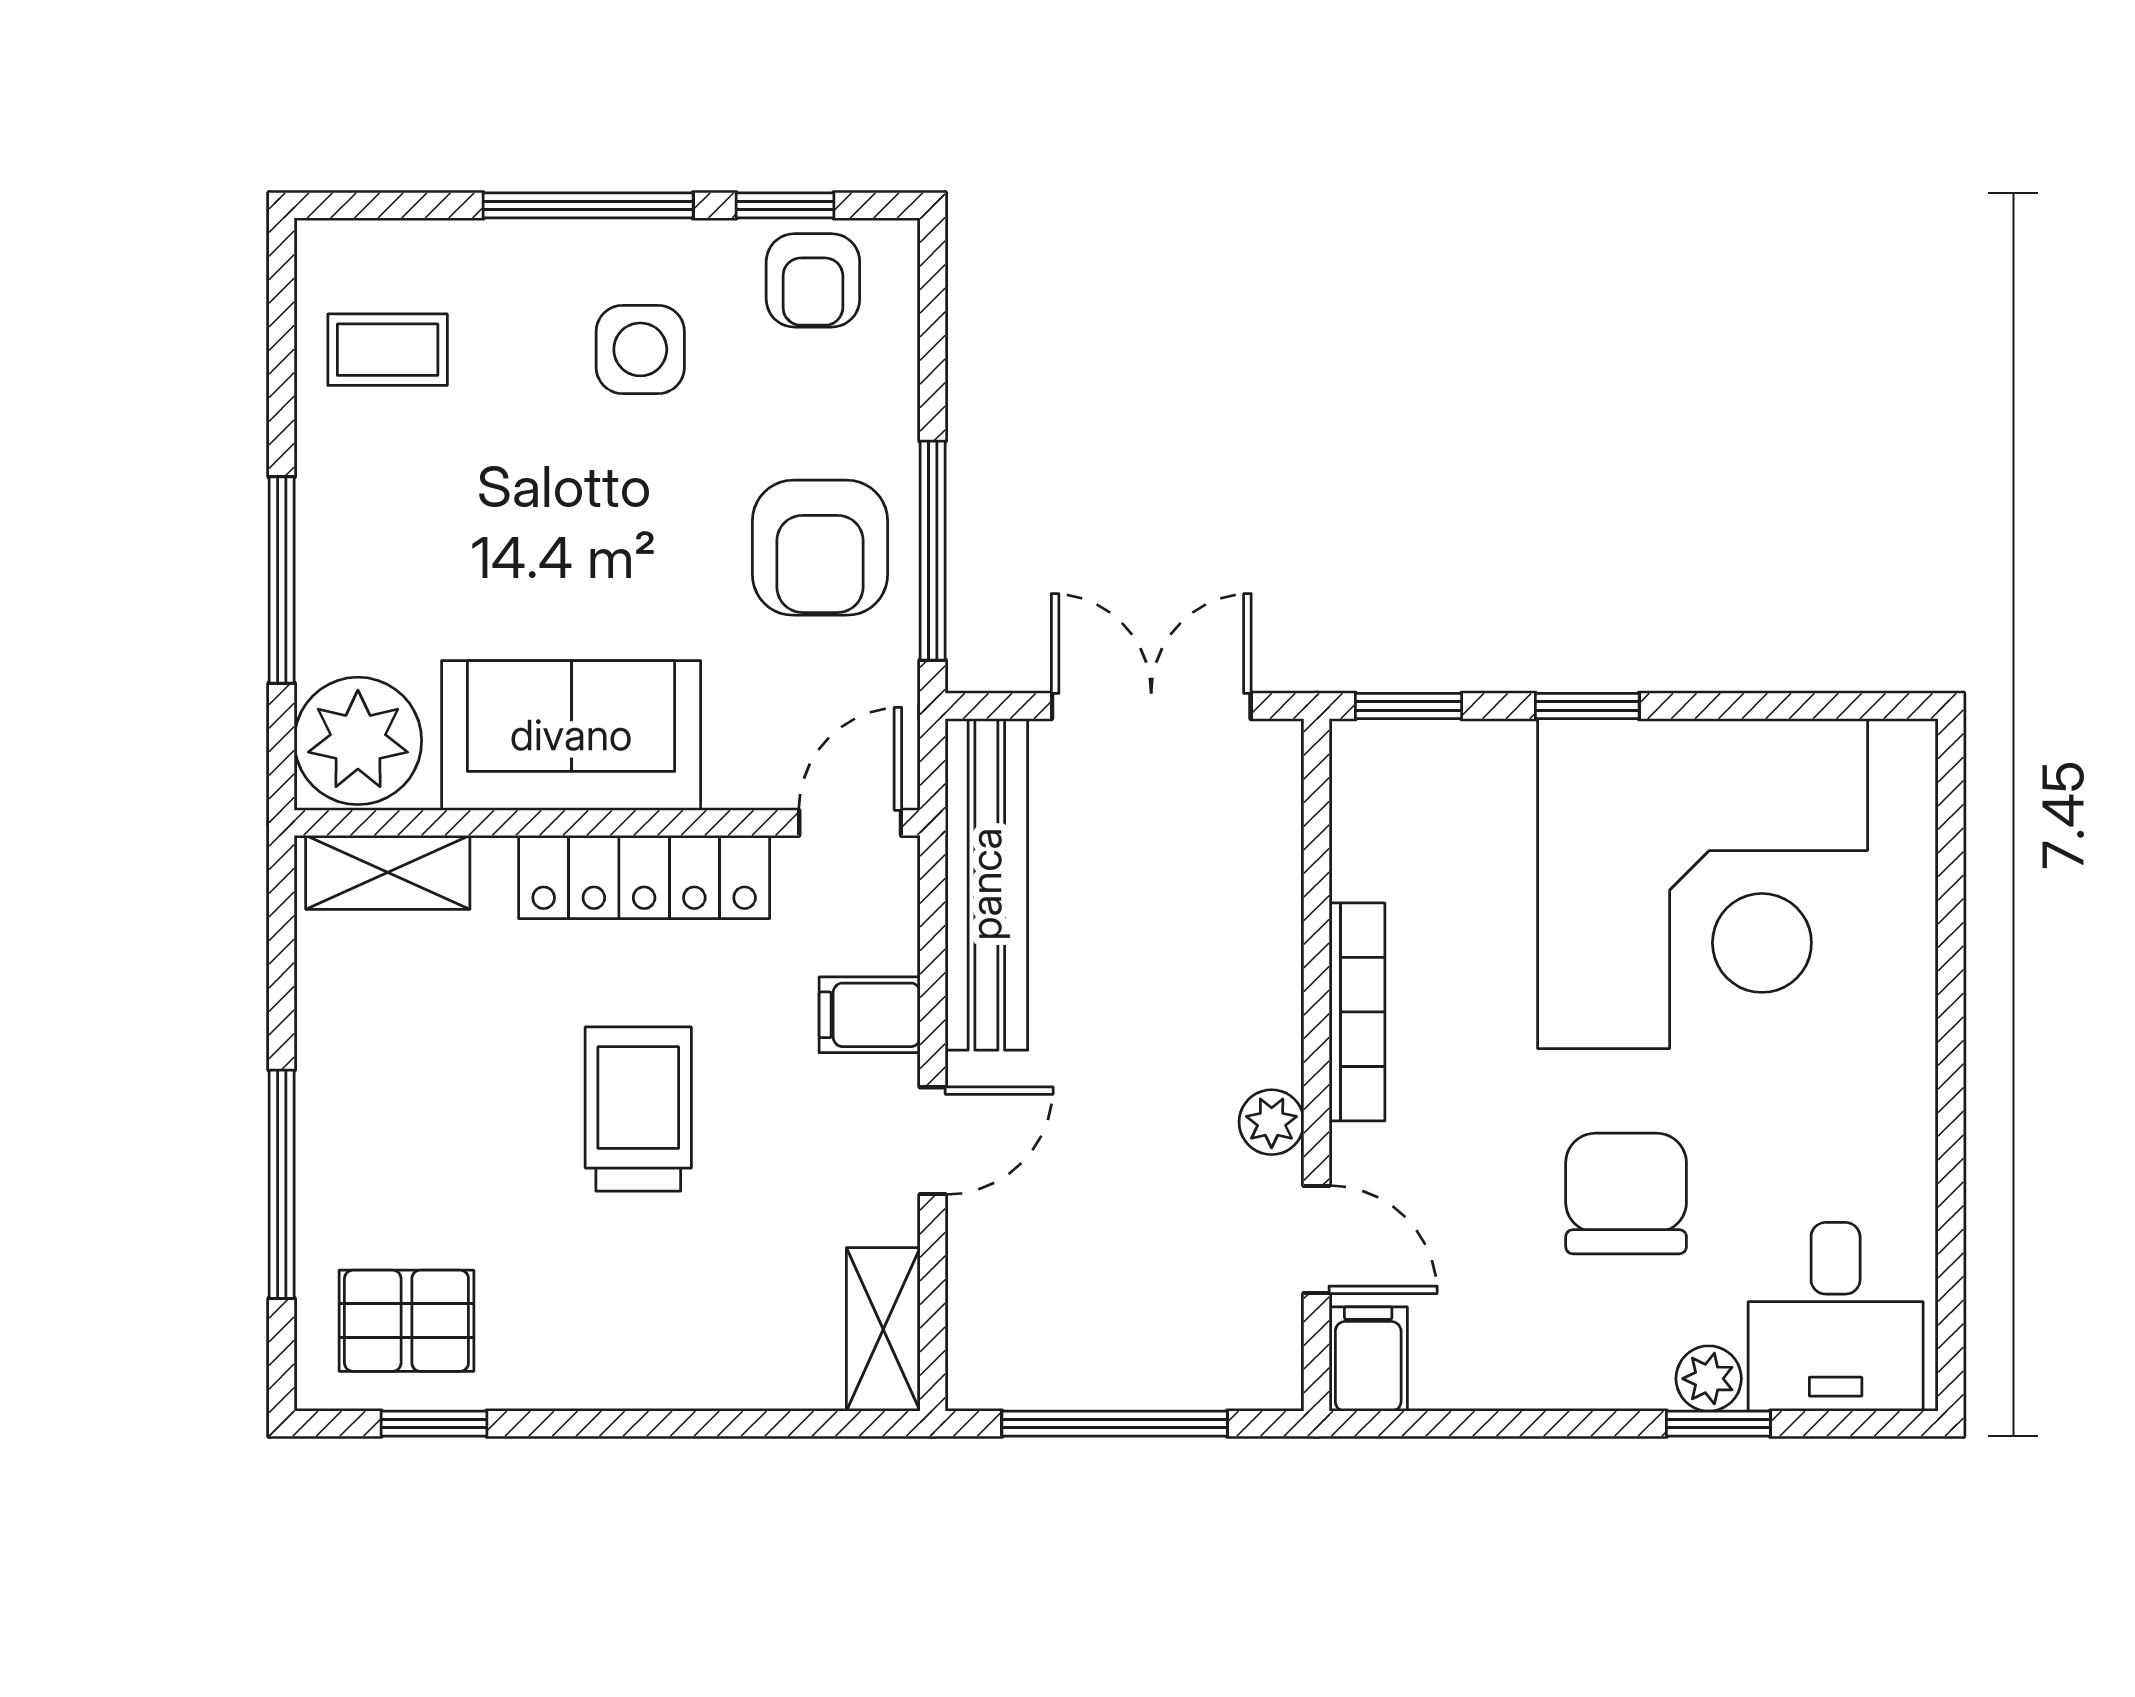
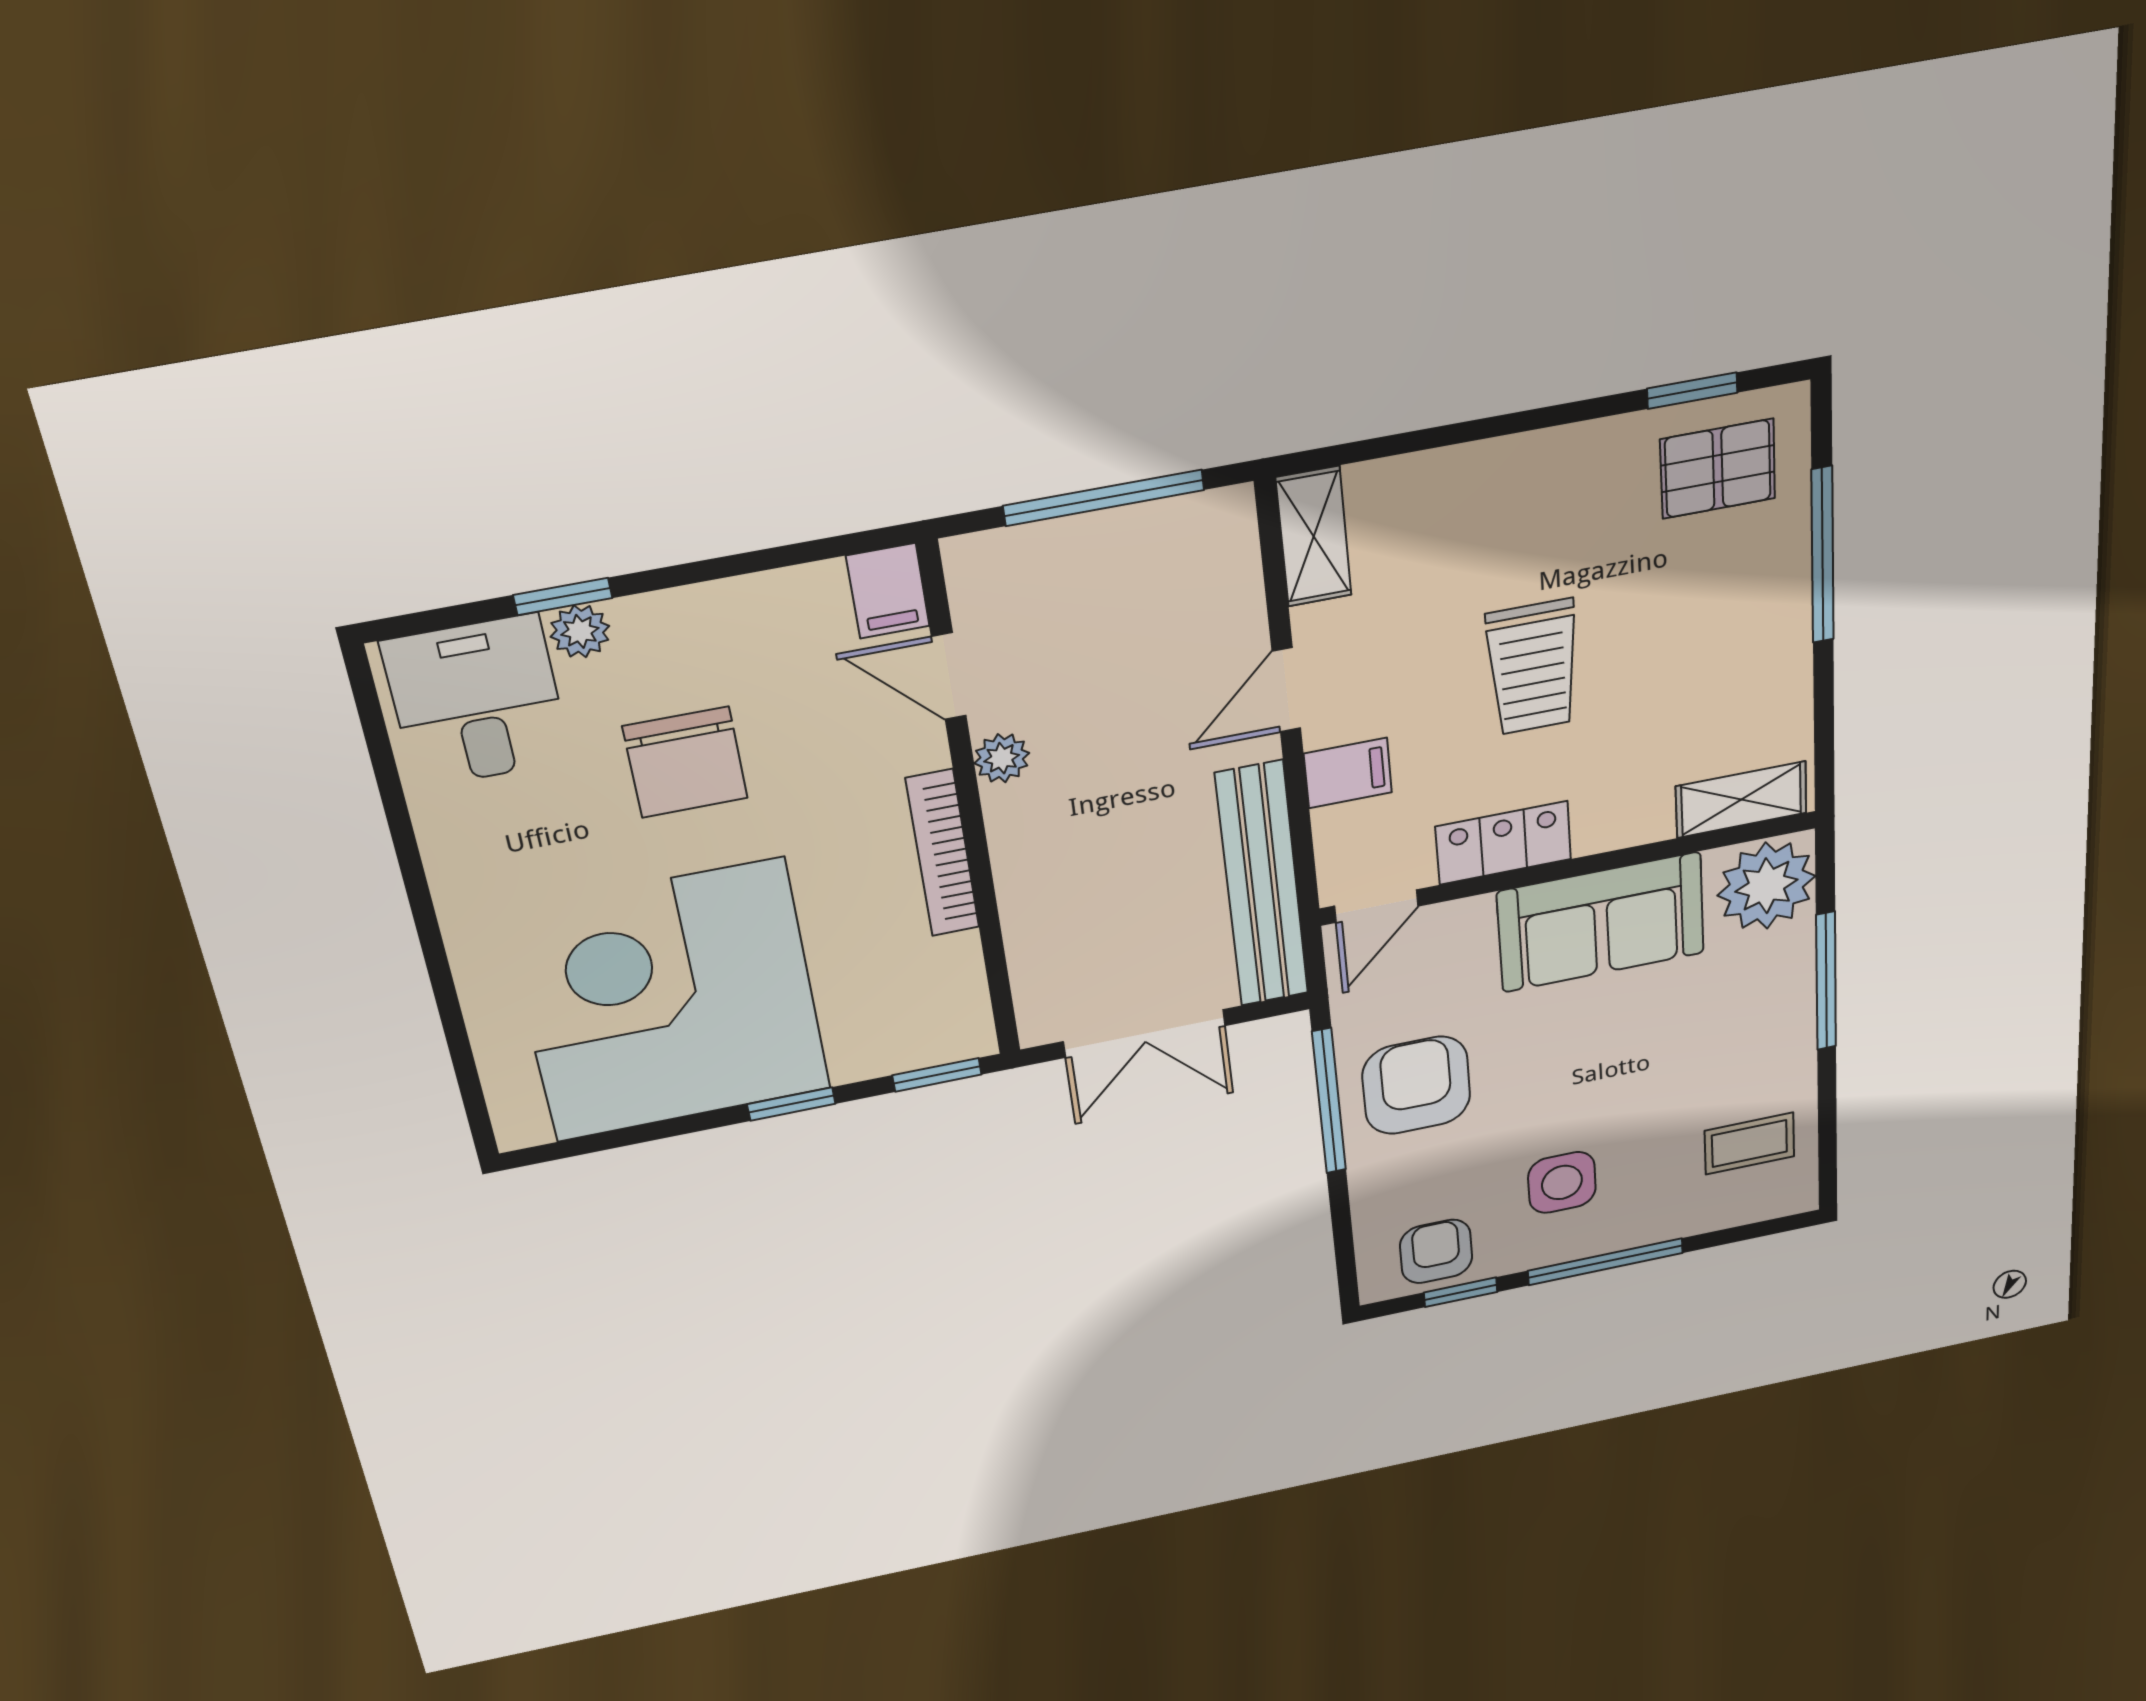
locker: (644, 877) -> (1503, 843), width x0.66

